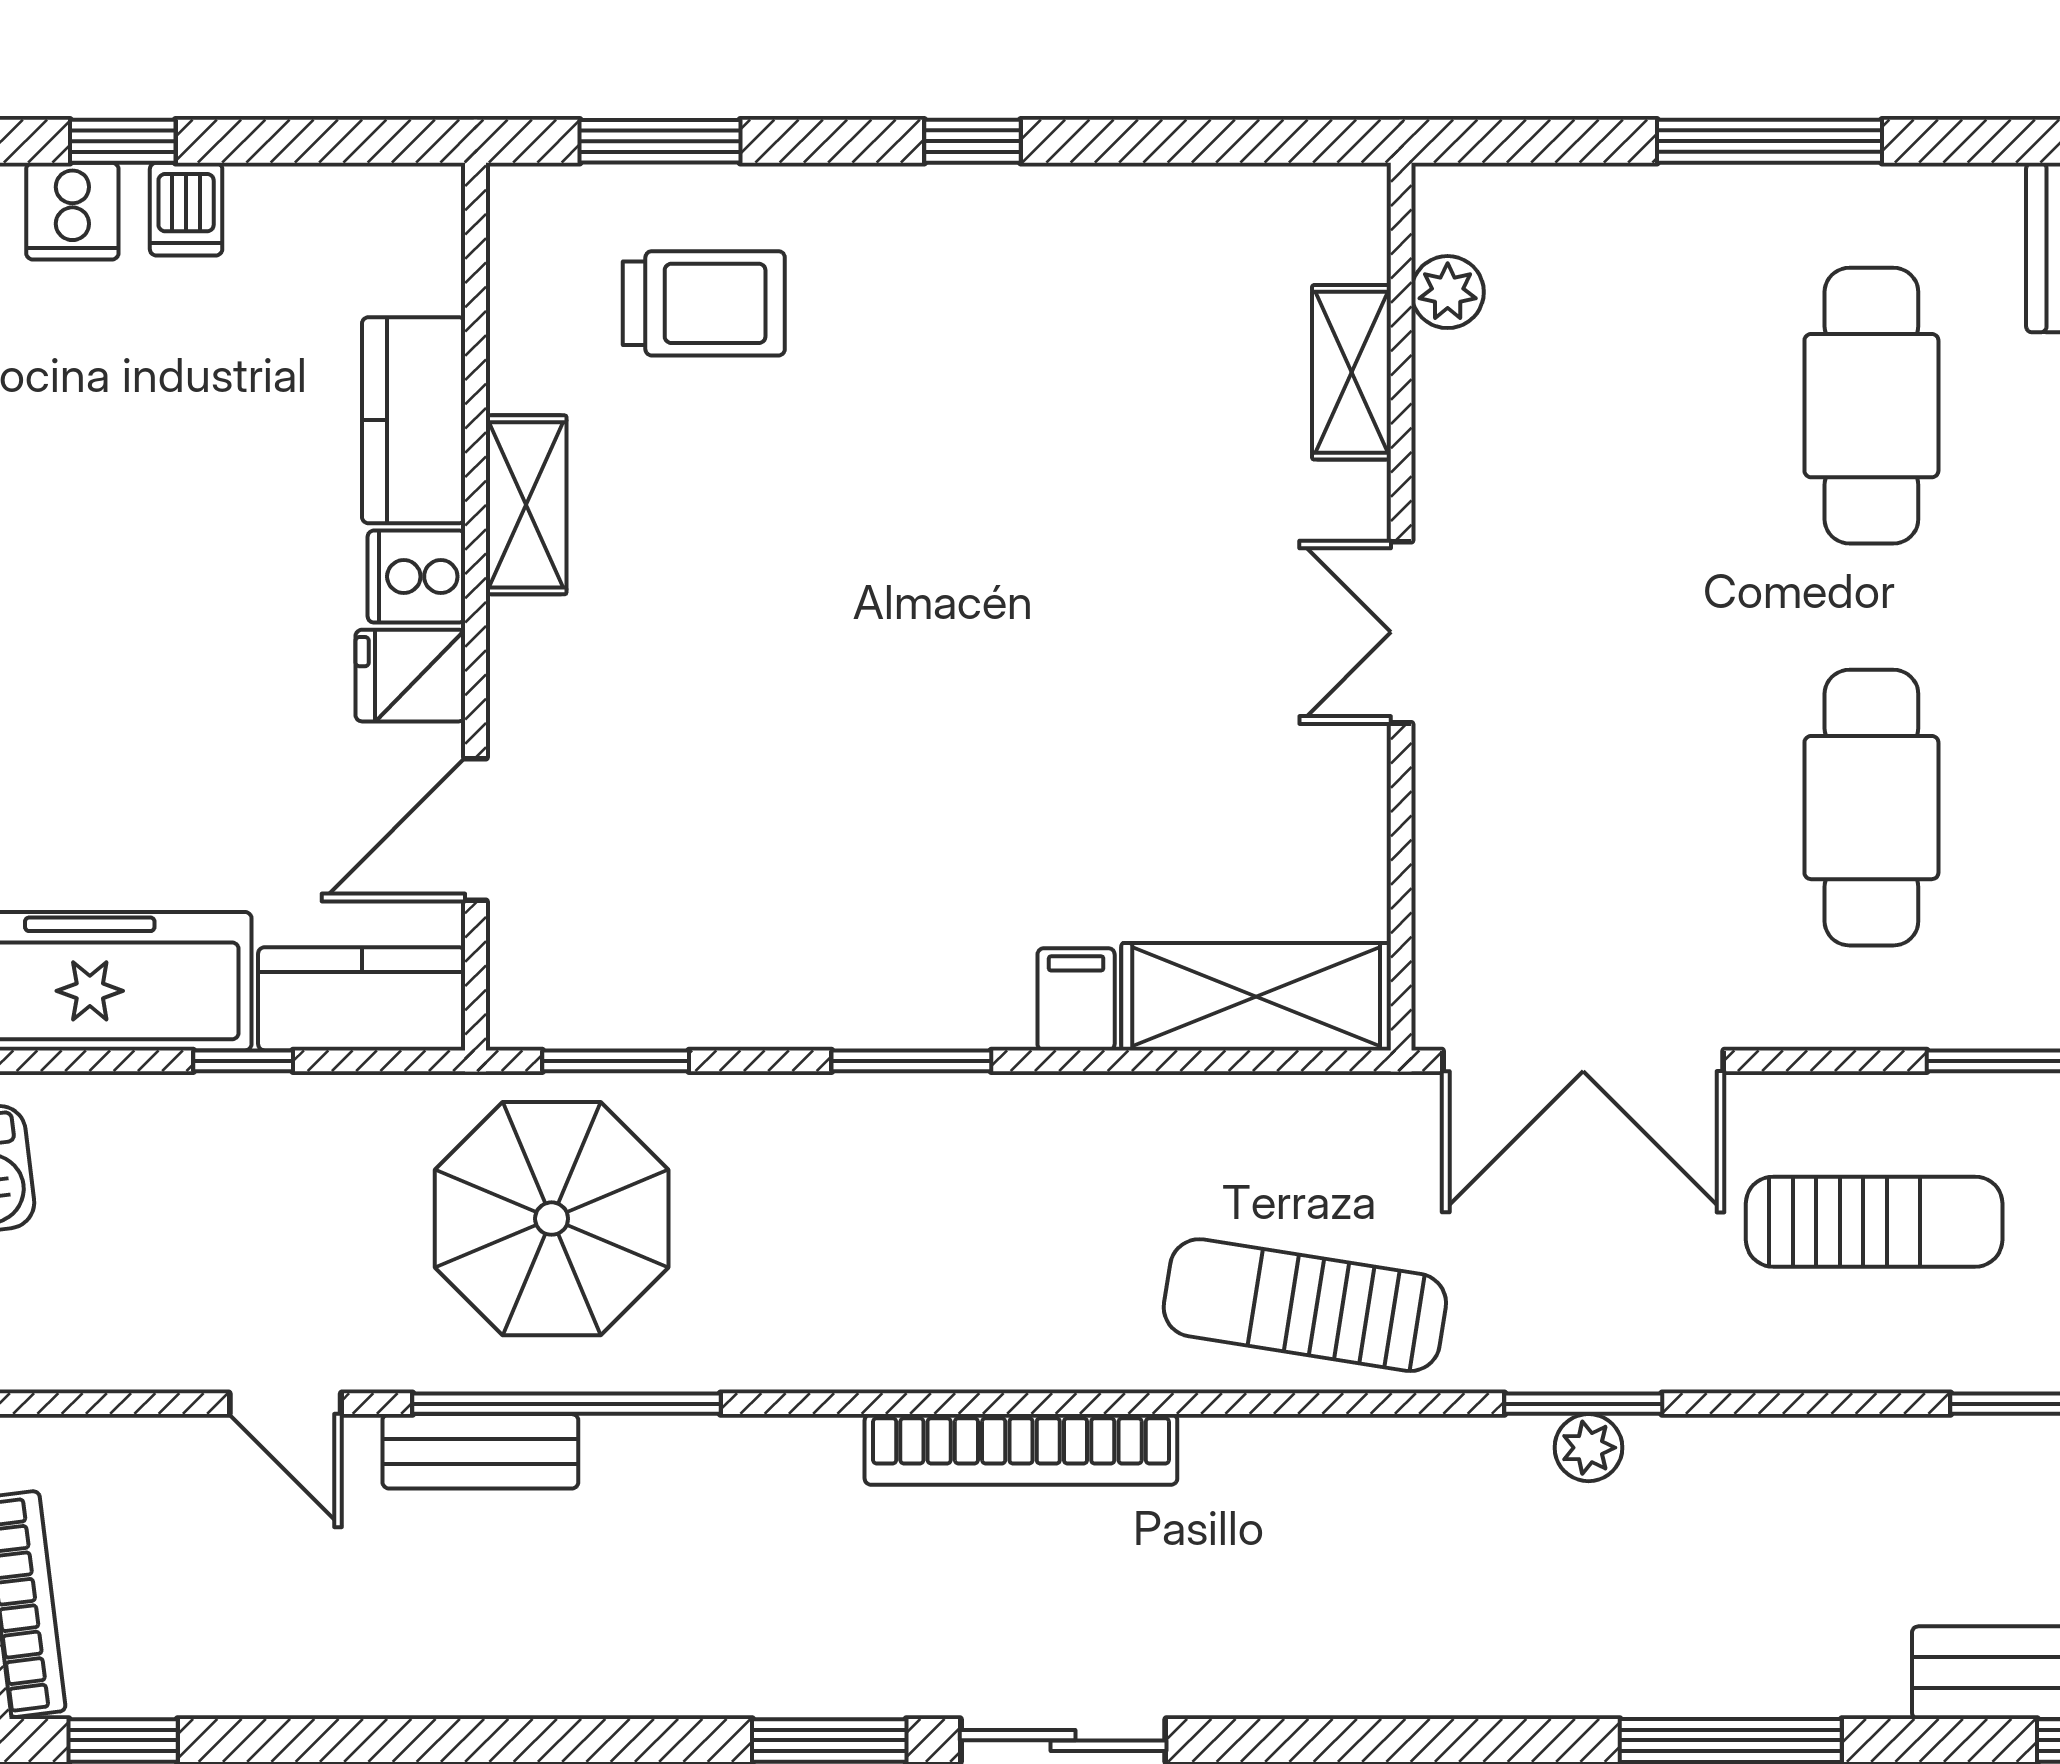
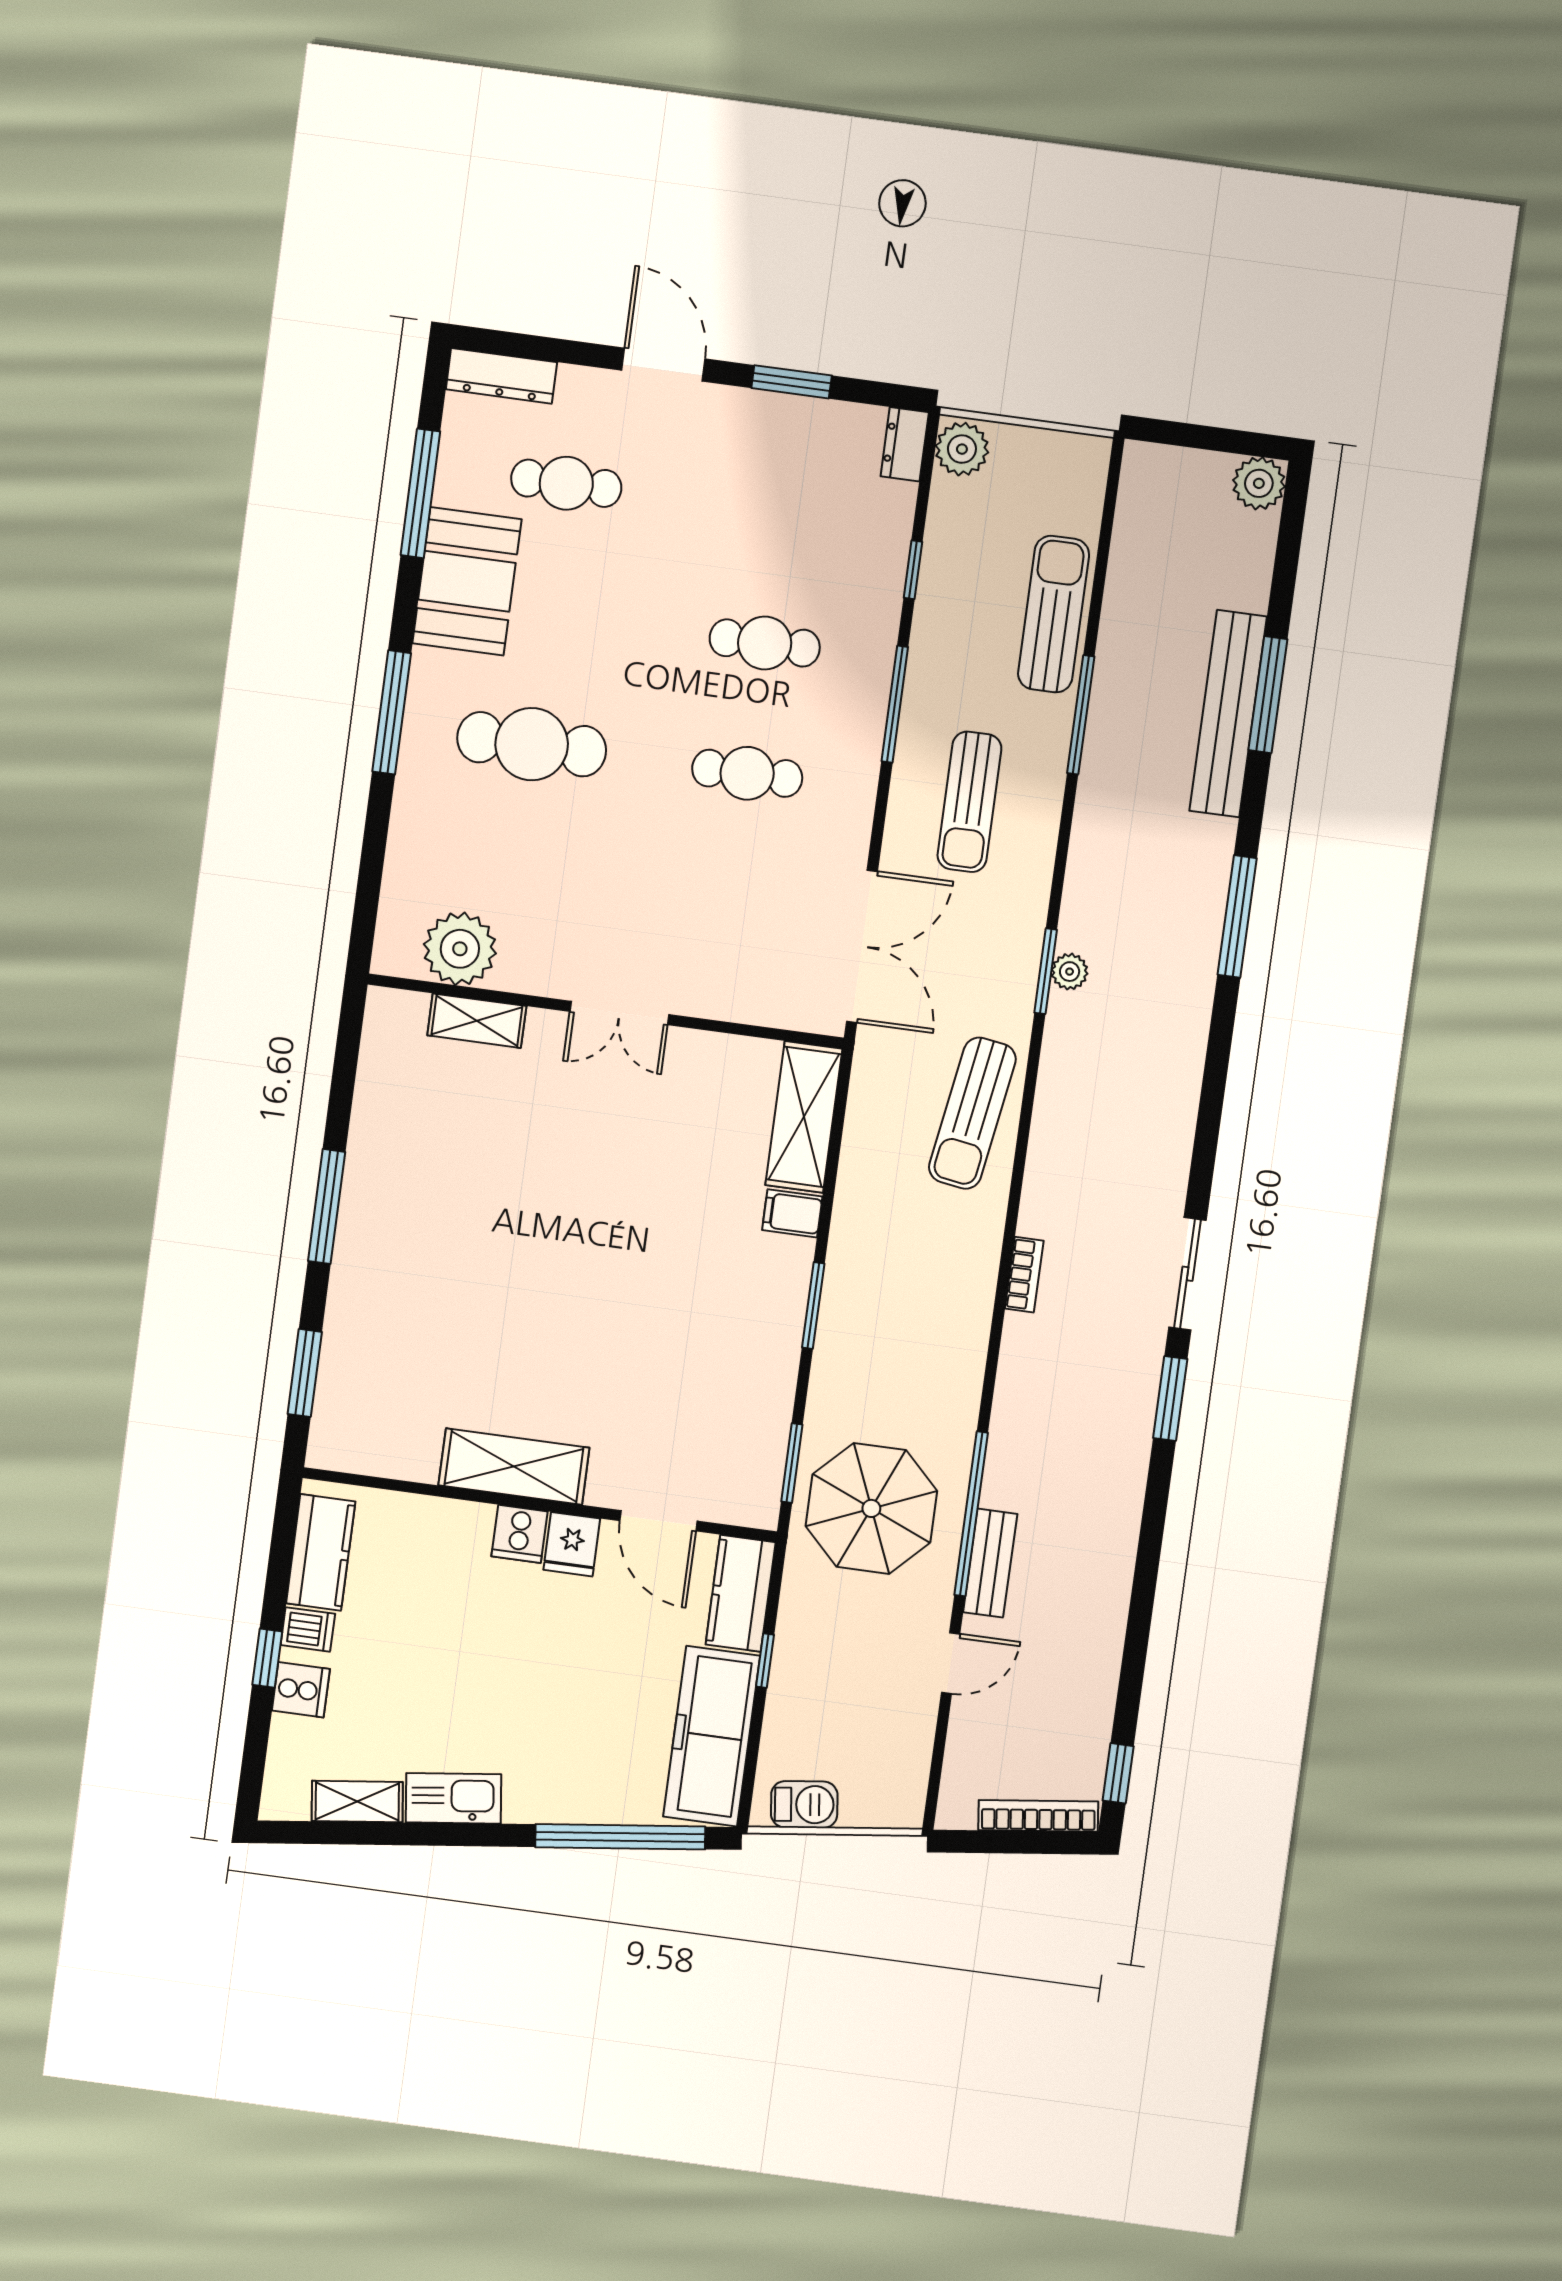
window: (973, 141) -> (327, 1207), width x2.17
window: (1769, 141) -> (392, 712), moved
plant: (1448, 292) -> (460, 949), width x1.88, depth x1.88
trolley: (704, 303) -> (394, 1361), removed
kitchen counter: (414, 420) -> (321, 1552), moved, turned -90
shelving: (526, 505) -> (514, 1467), width x1.50, depth x1.33
cafe table: (1871, 808) -> (747, 773), width x0.73, depth x0.74
sun lounger: (1874, 1222) -> (969, 802), turned 180
bookcase: (1021, 1449) -> (1024, 1275), width x0.43, depth x0.76

